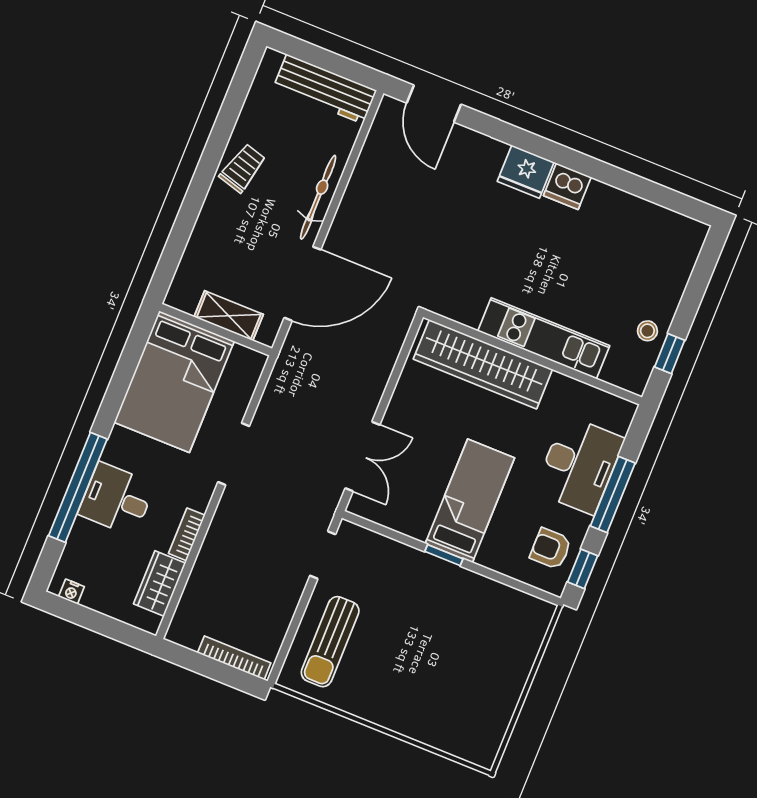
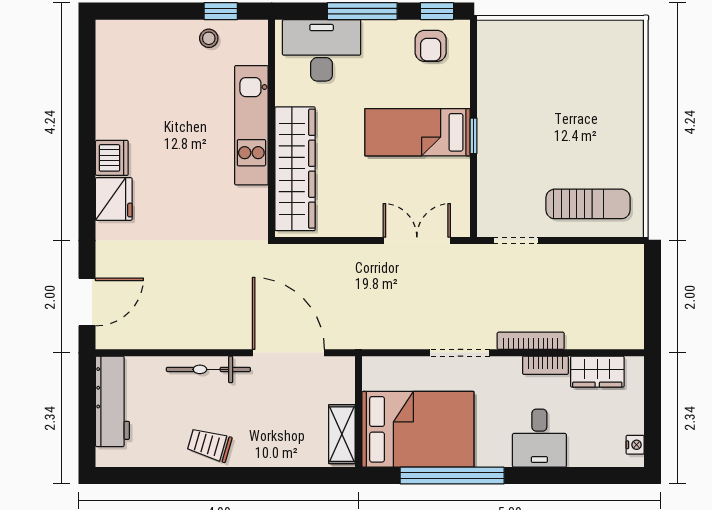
shelving: (229, 316) -> (342, 434), moved
desk: (579, 465) -> (322, 50), moved
window: (78, 487) -> (452, 476), moved
bookcase: (234, 658) -> (531, 341), moved, turned 90

